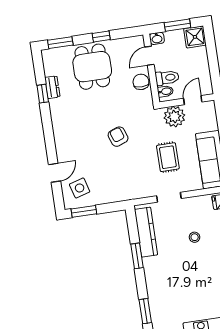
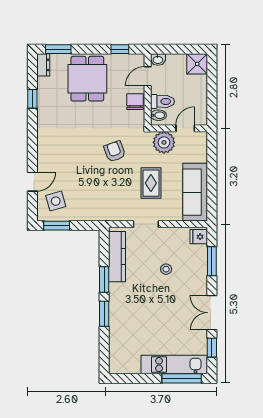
window: (177, 25) -> (181, 49), removed
window: (101, 36) -> (120, 49), moved
dresser: (52, 87) -> (43, 65), moved
armchair: (118, 137) -> (115, 151), moved
window: (145, 311) -> (104, 314), moved

